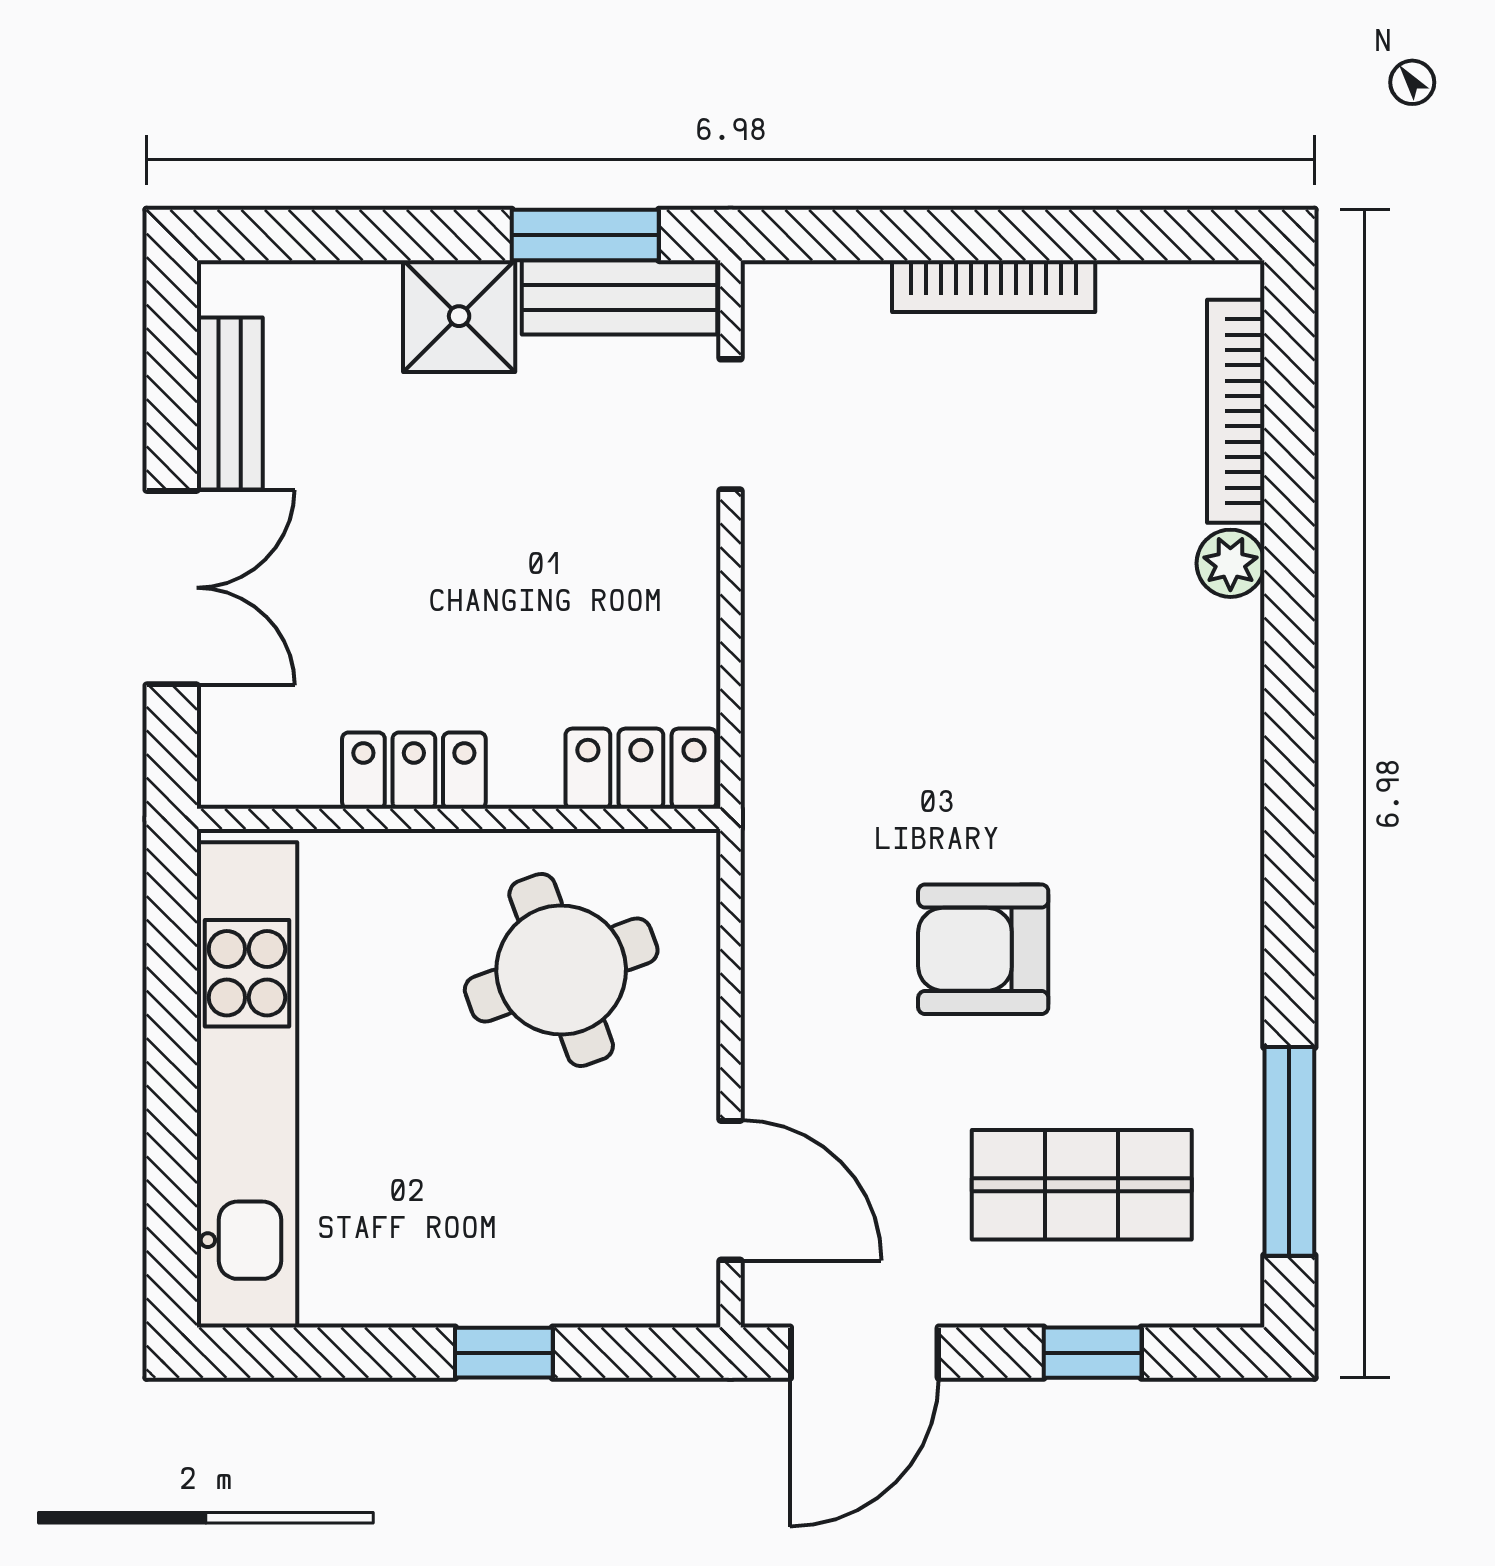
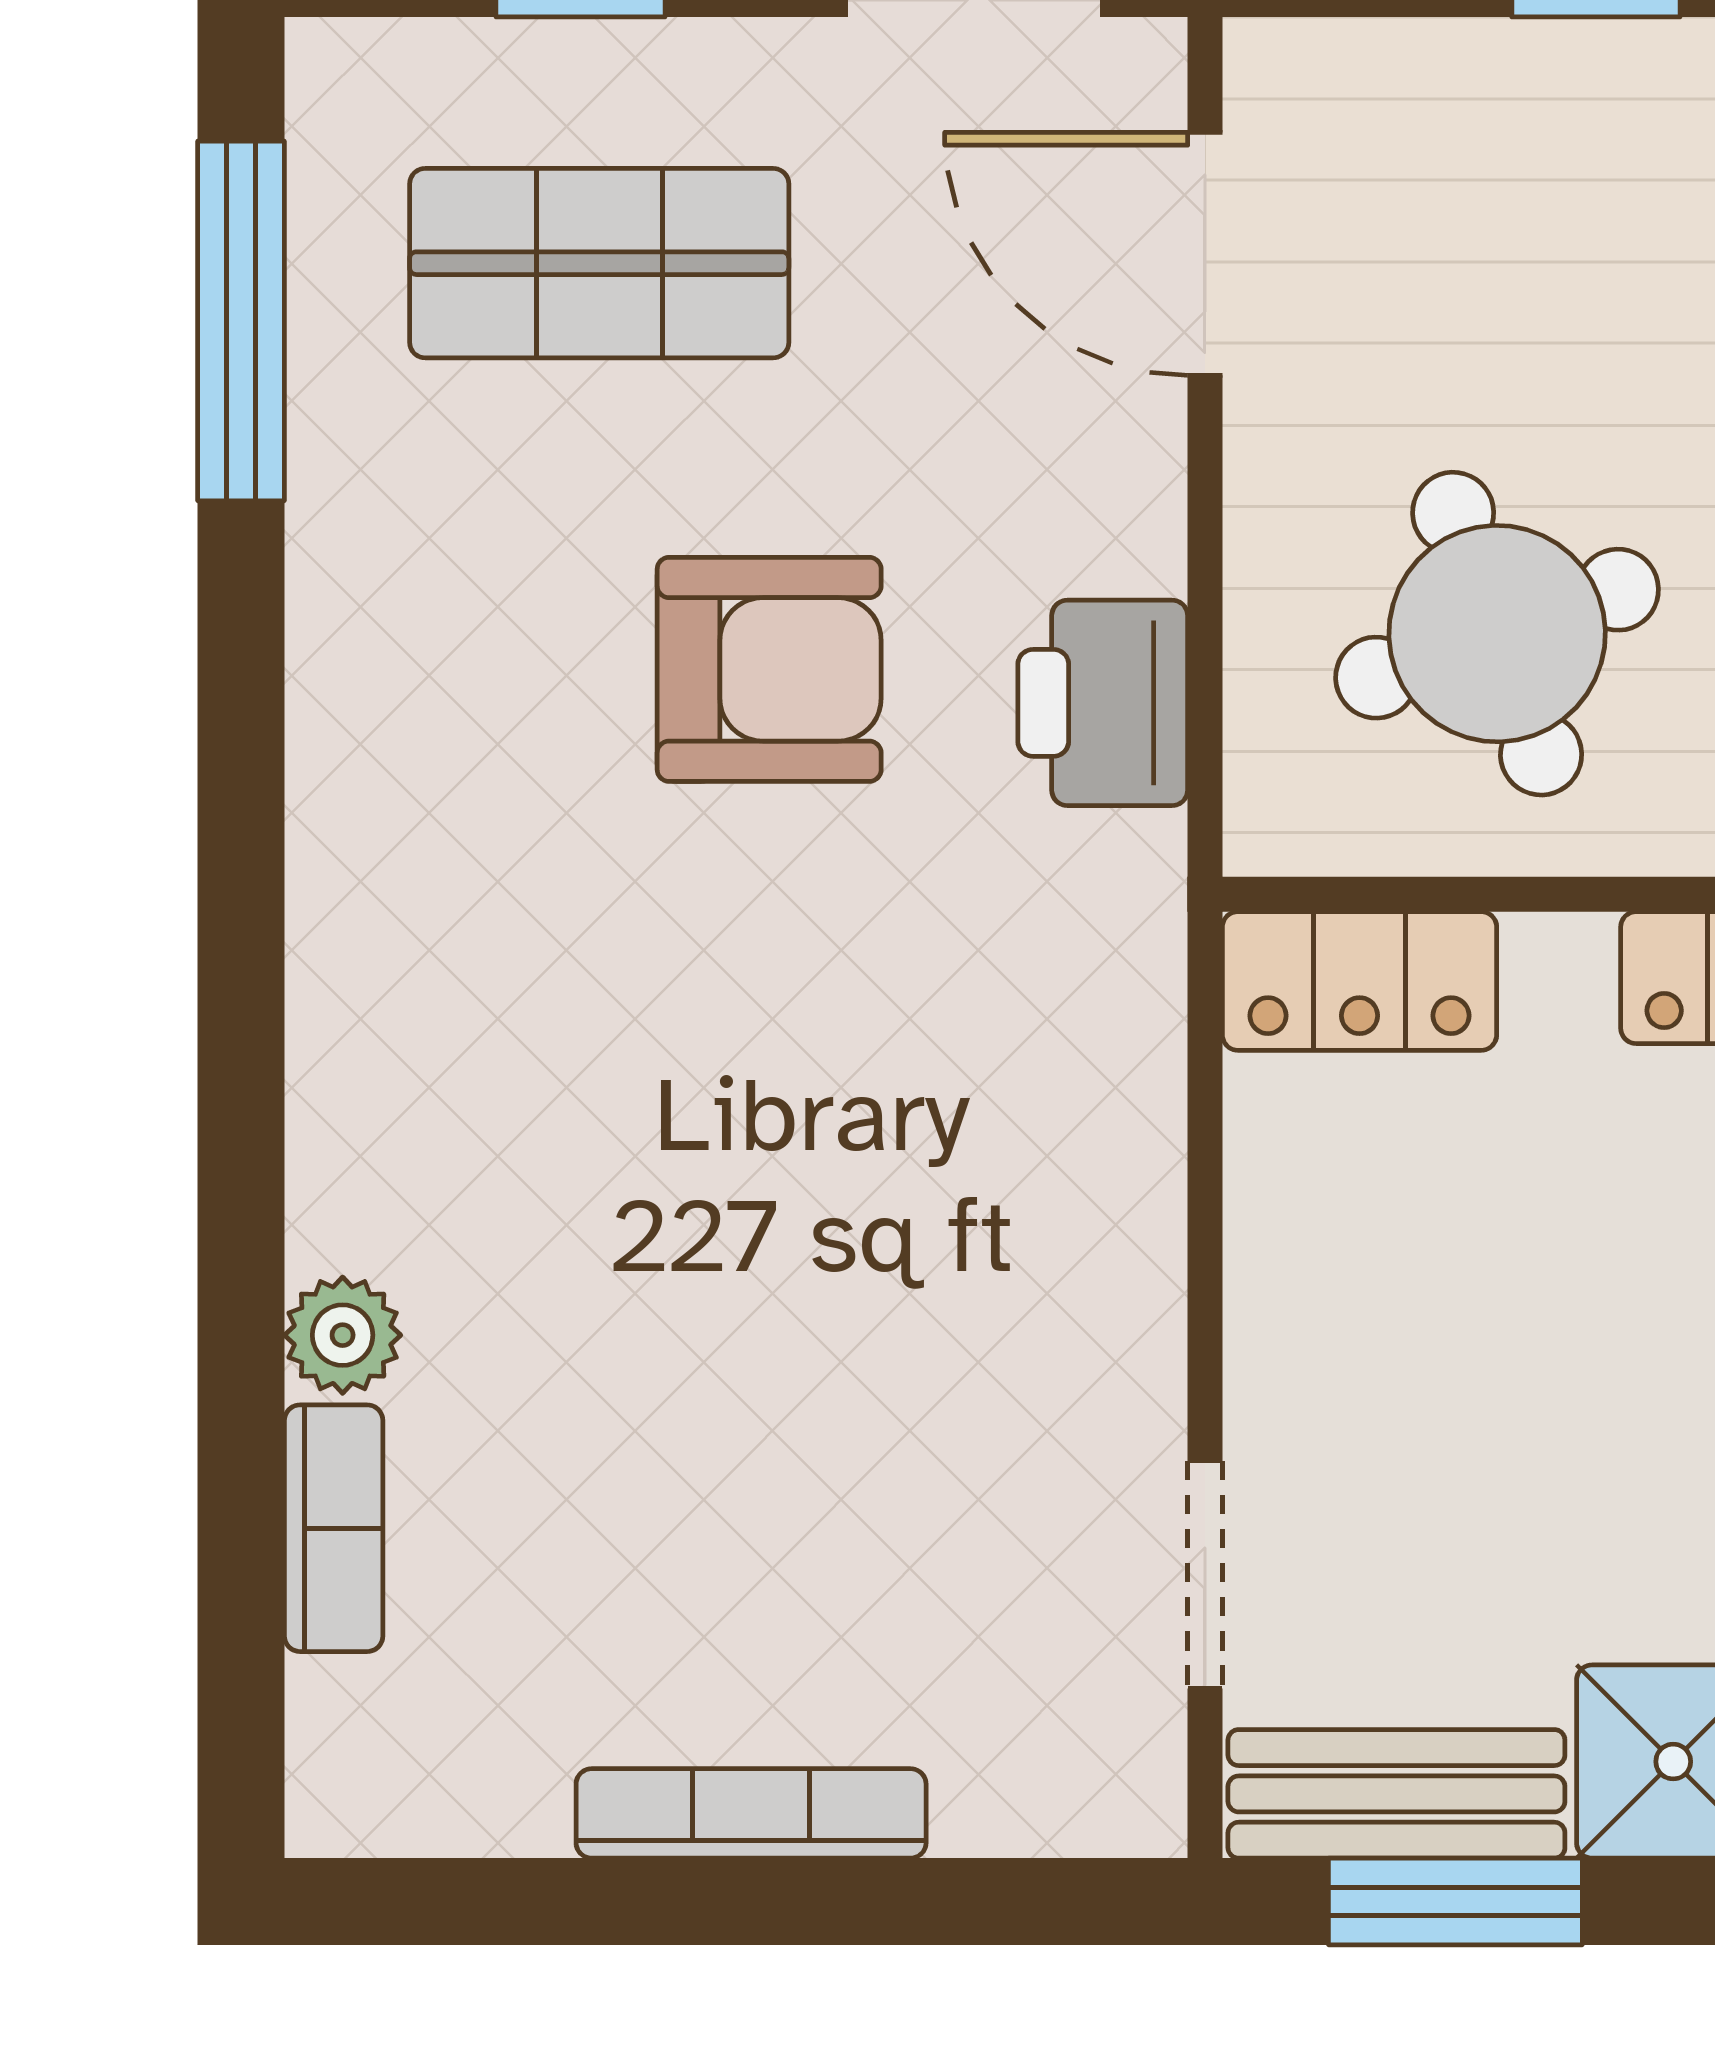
bookcase: (1236, 411) -> (334, 1528), width x0.64
printer: (790, 930) -> (1103, 703), added

